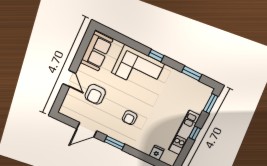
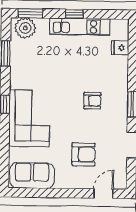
door: (69, 78) -> (103, 194), moved
plant: (202, 95) -> (25, 28), added

